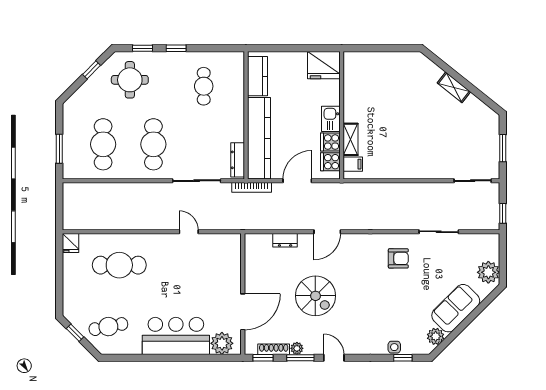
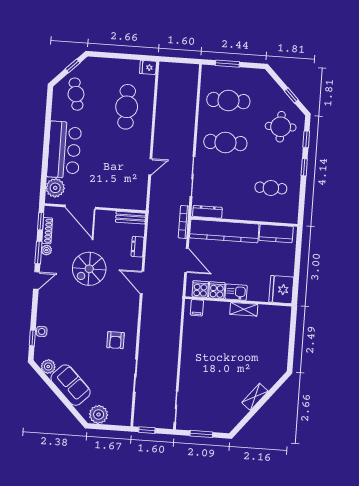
shelving: (351, 139) -> (244, 309), moved
bench: (251, 251) -> (131, 218), added

